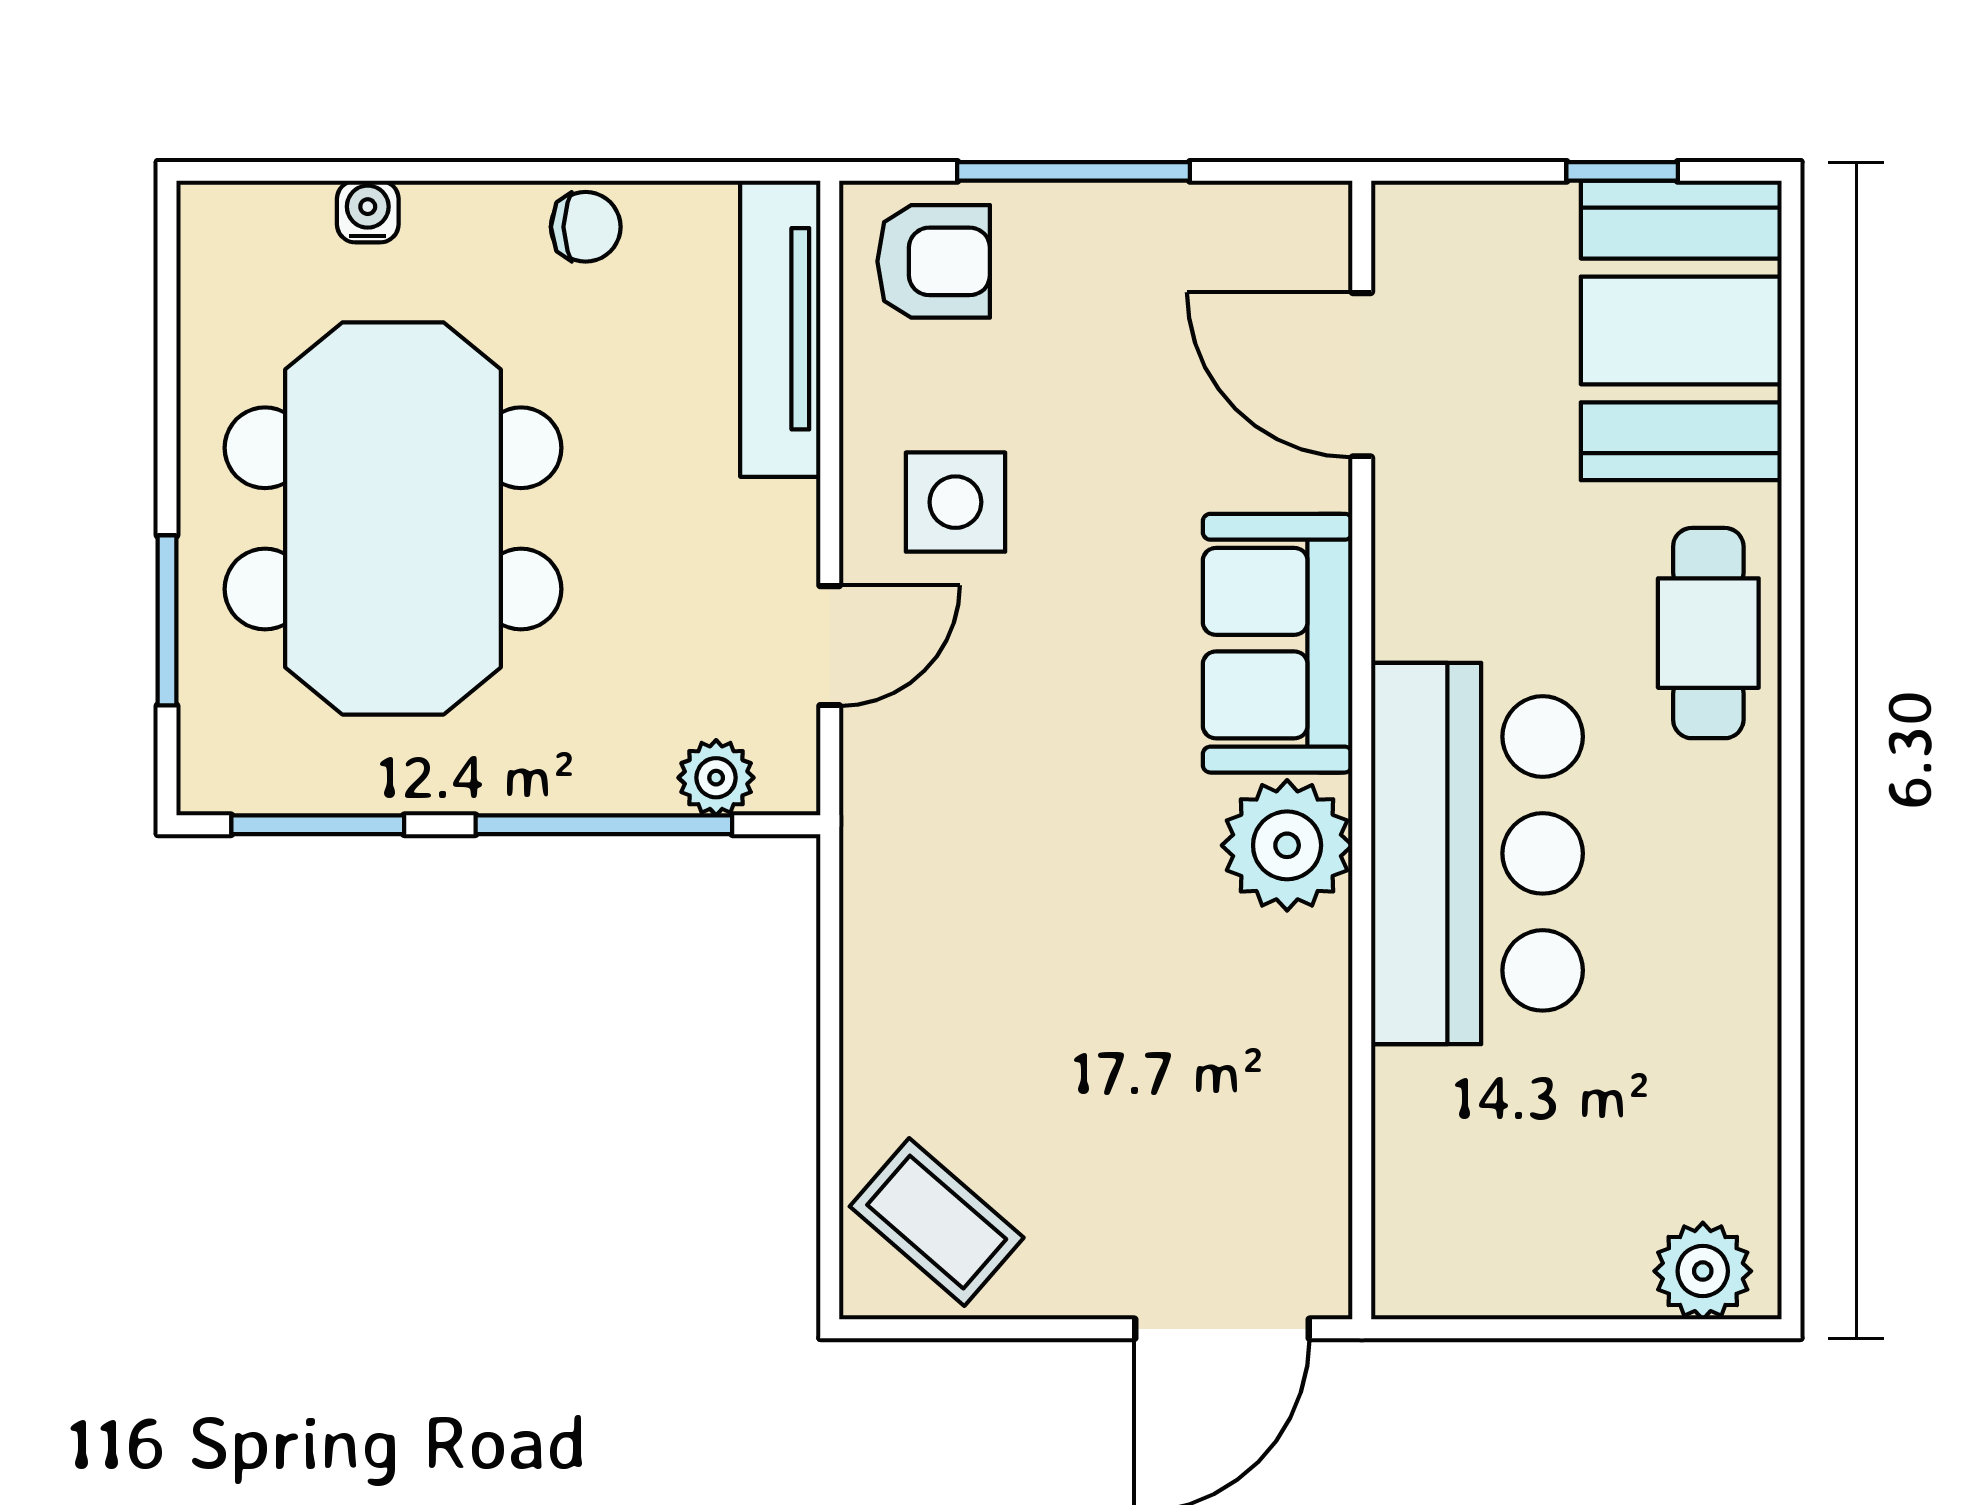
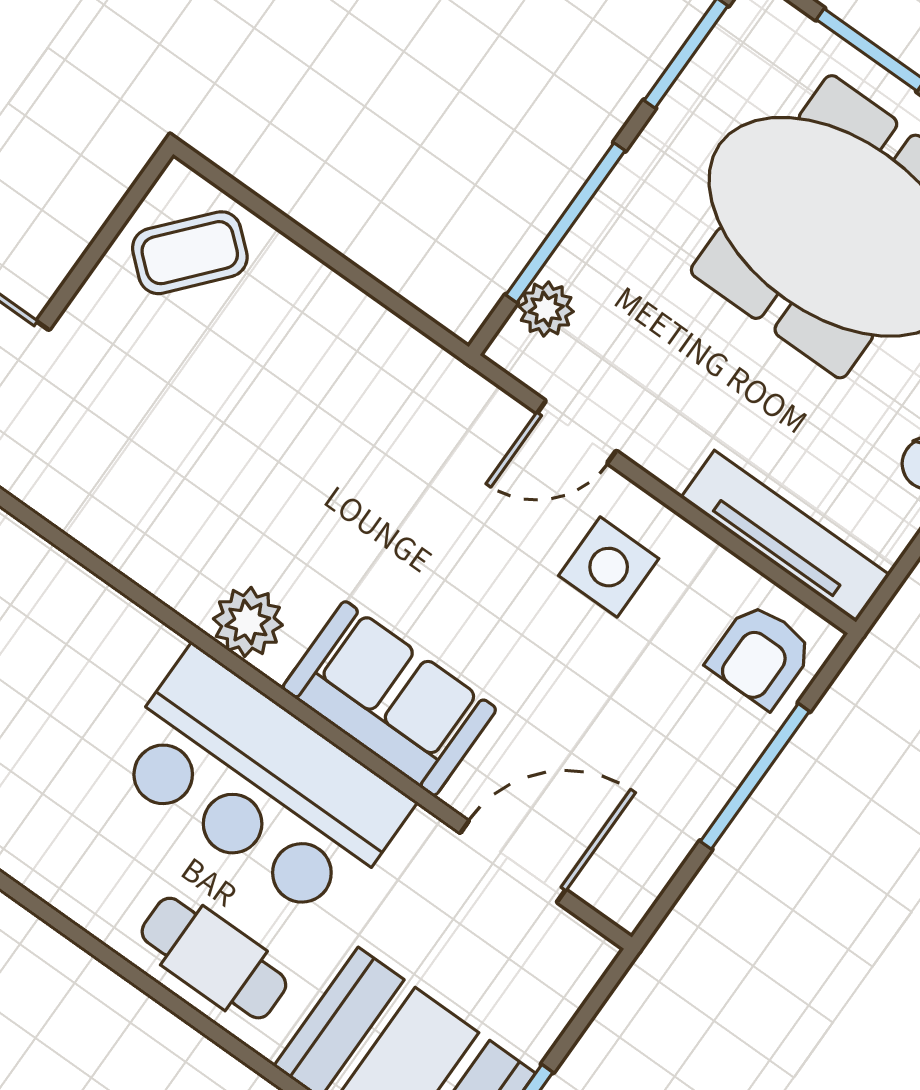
door: (830, 646) -> (577, 432), hinge flipped
plant: (1287, 845) -> (248, 622), width x0.73, depth x0.73
bar counter: (1477, 853) -> (260, 785), moved

